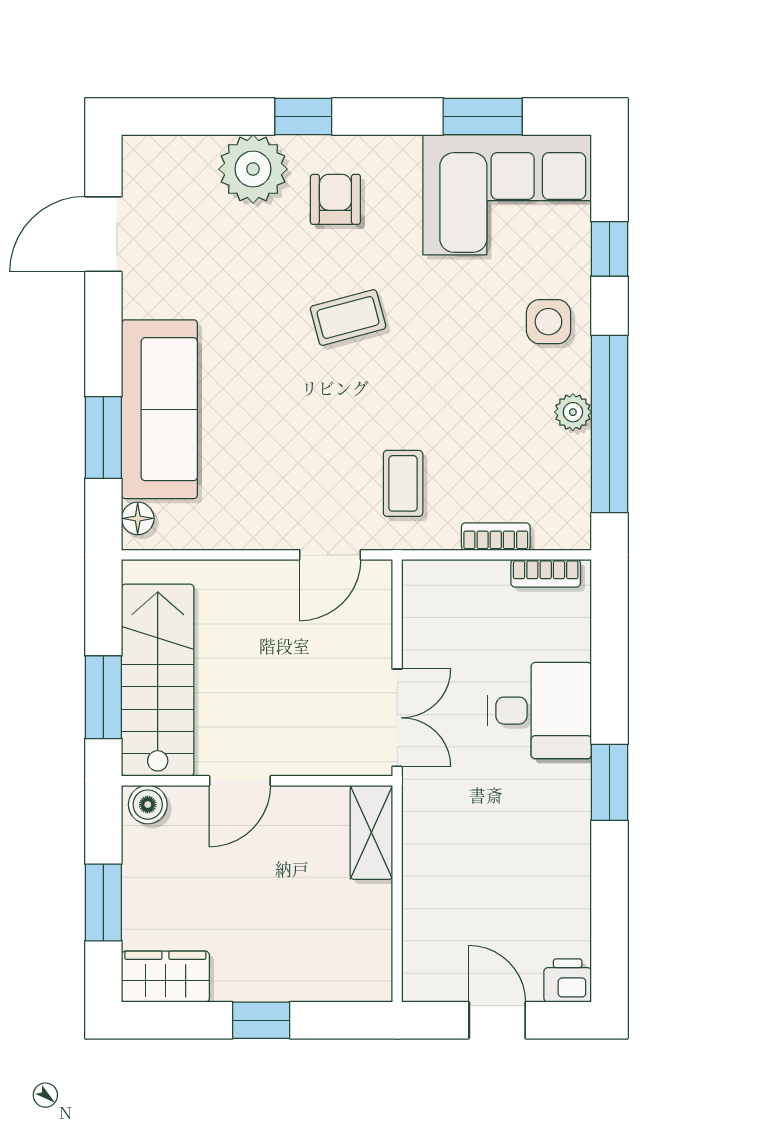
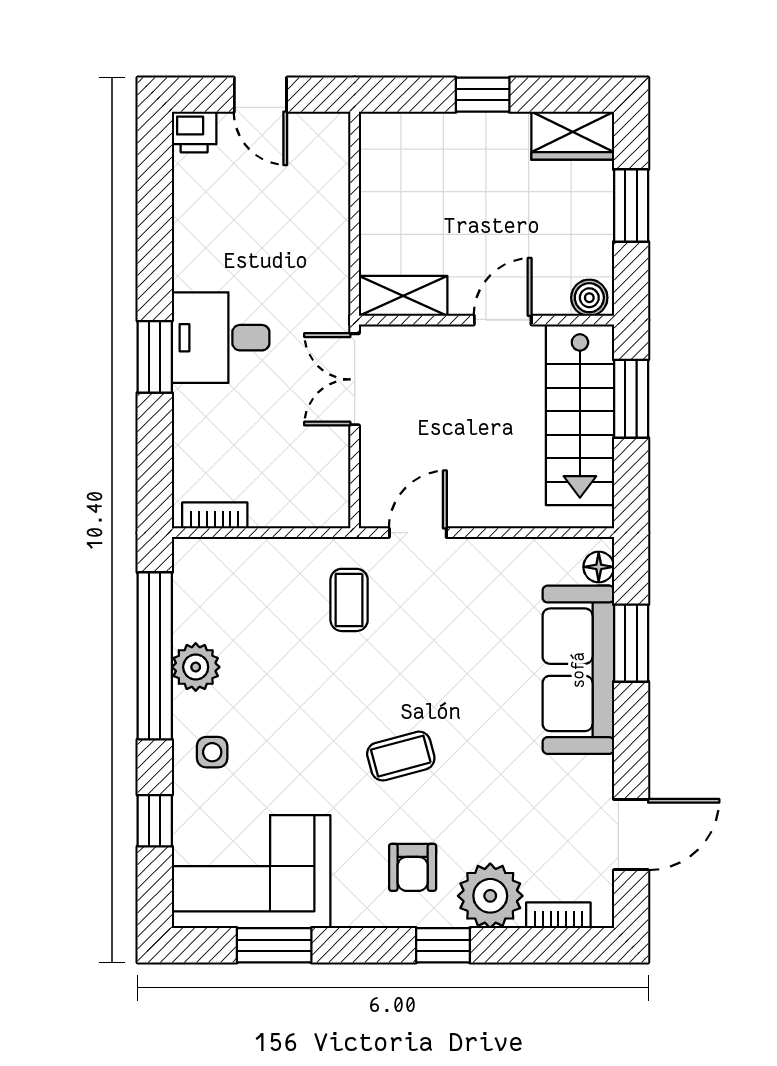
side table: (548, 322) -> (212, 752), width x0.73, depth x0.73
plant: (573, 412) -> (196, 667), width x1.38, depth x1.38
bookcase: (496, 537) -> (558, 915), moved, turned 180
desk: (539, 711) -> (221, 338), moved
window: (609, 782) -> (155, 357), moved
shelving: (371, 832) -> (403, 296), moved, turned 90

